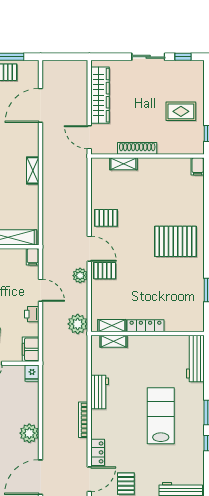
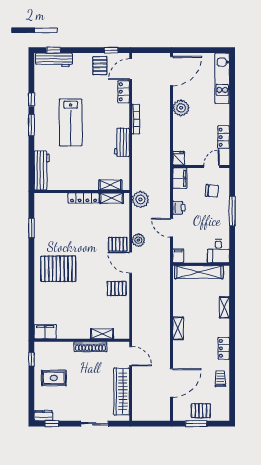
sliding door: (148, 57) -> (94, 424), moved
dresser: (193, 66) -> (43, 416), added
filing cabinet: (198, 166) -> (45, 332), width x2.00

